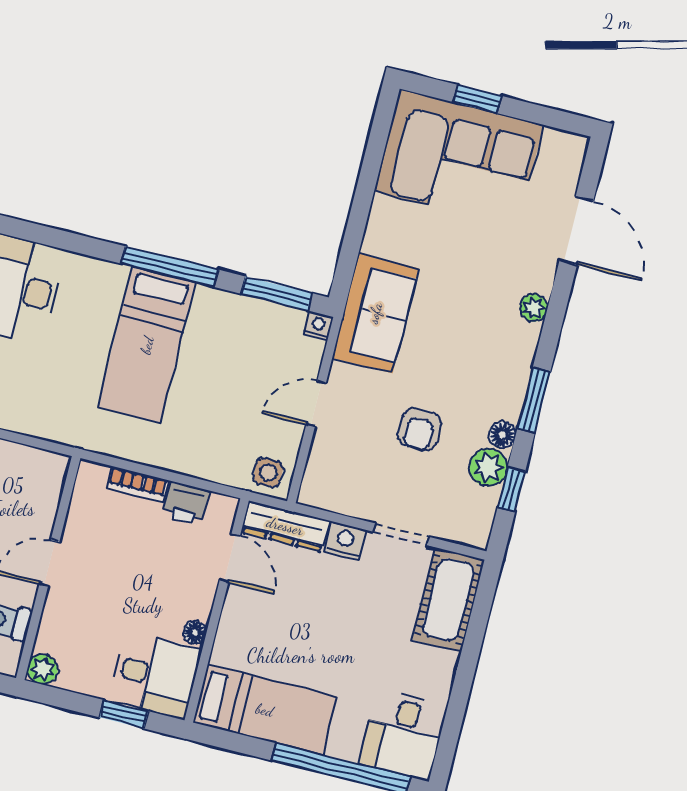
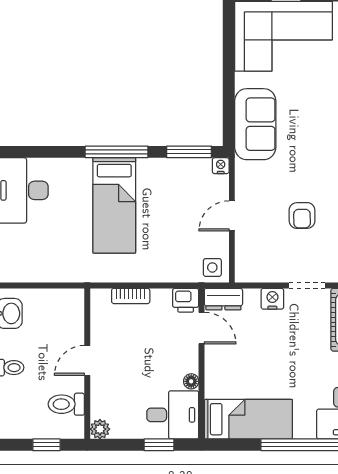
sofa: (375, 313) -> (255, 124), moved
printer: (186, 503) -> (186, 300), moved
dresser: (285, 526) -> (223, 299), width x0.70

